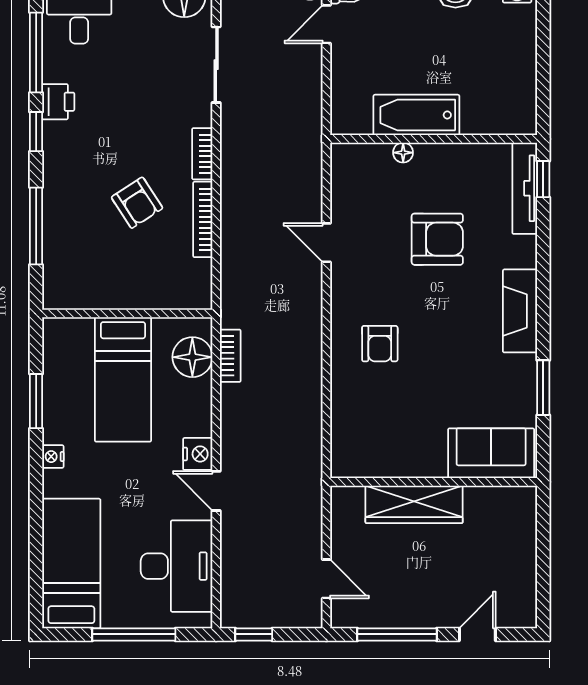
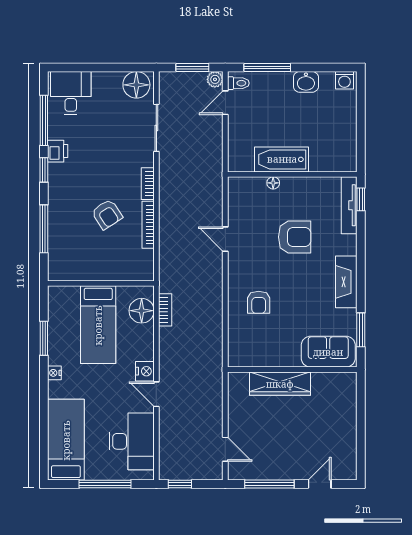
sofa: (491, 453) -> (328, 352), moved
wall: (434, 482) -> (292, 370), moved
wardrobe: (414, 504) -> (280, 384), moved

